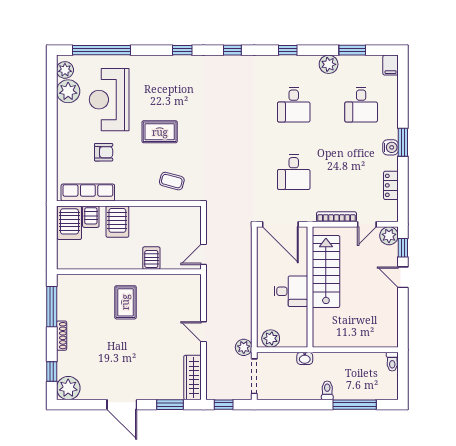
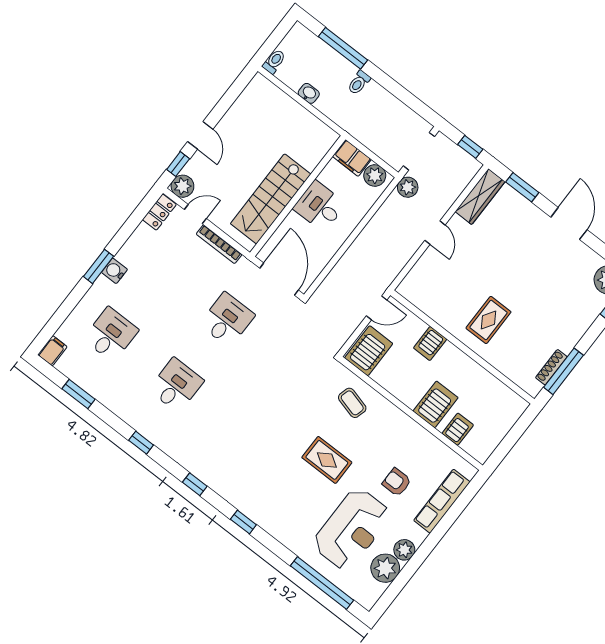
plant: (329, 64) -> (112, 398), removed
plant: (65, 70) -> (404, 550), moved
locker: (391, 185) -> (159, 212), moved
row of seats: (88, 193) -> (442, 501), moved, turned 90
server rack: (69, 223) -> (369, 351), moved
shoe rack: (62, 336) -> (551, 367), moved
filing cabinet: (294, 338) -> (352, 158), added
washbasin: (305, 358) -> (309, 93), moved

